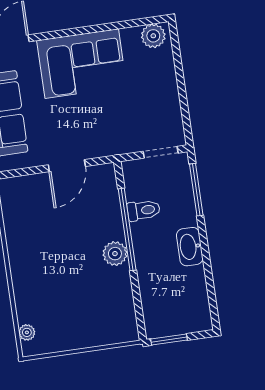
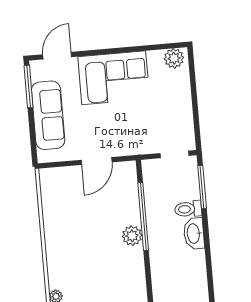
toilet: (144, 210) -> (188, 209), moved, turned 180

